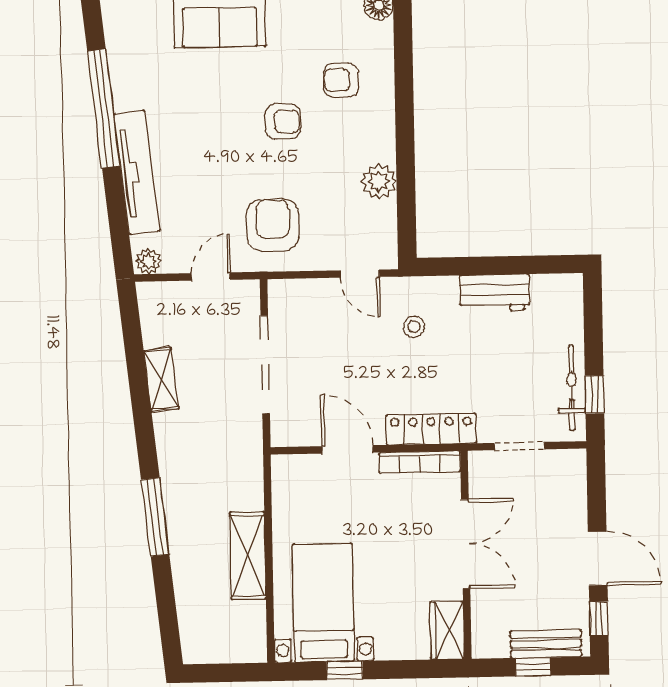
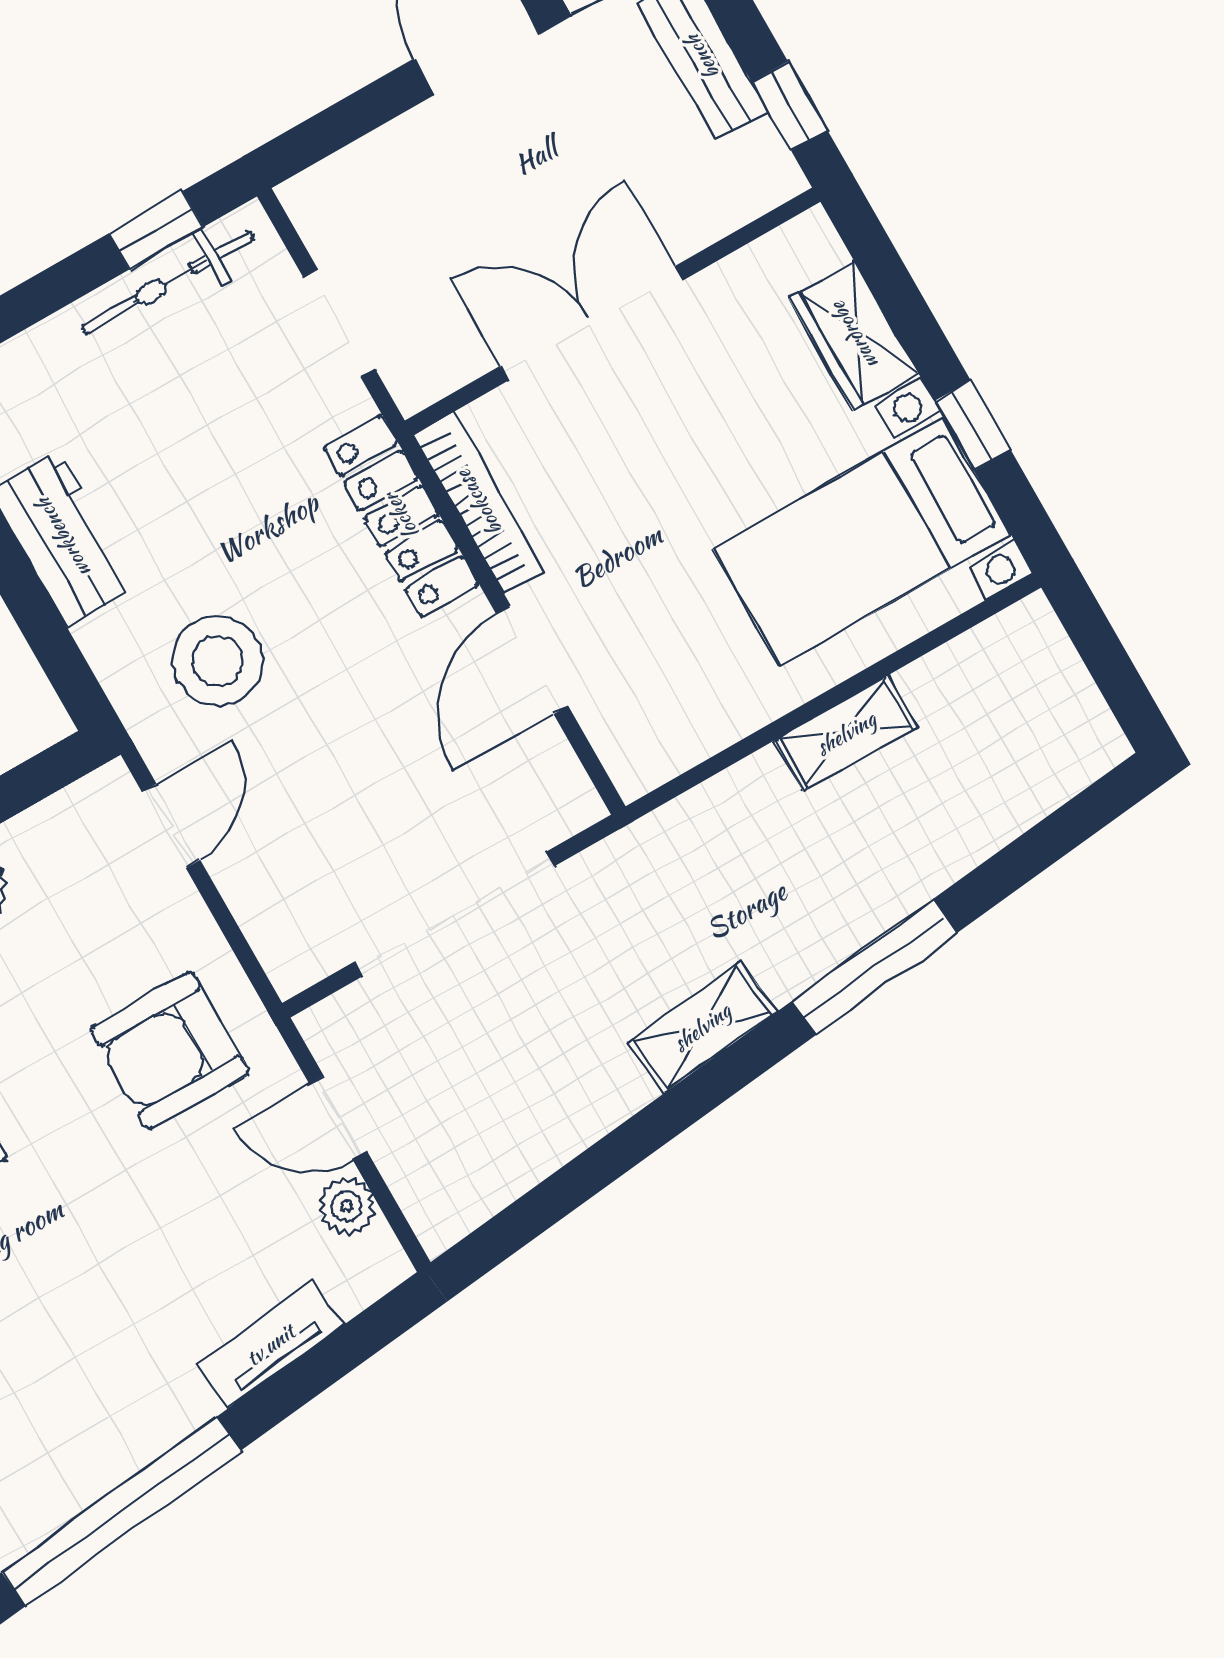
tv unit: (137, 172) -> (270, 1345), width x0.52, depth x0.78
plant: (148, 261) -> (346, 1206), moved
stool: (414, 327) -> (218, 661), width x1.89, depth x1.89
shelving: (161, 380) -> (702, 1027), moved
shelving: (248, 556) -> (846, 733), width x0.67, depth x0.75
wardrobe: (447, 630) -> (854, 336), moved, turned 90
window: (533, 667) -> (789, 106), moved

